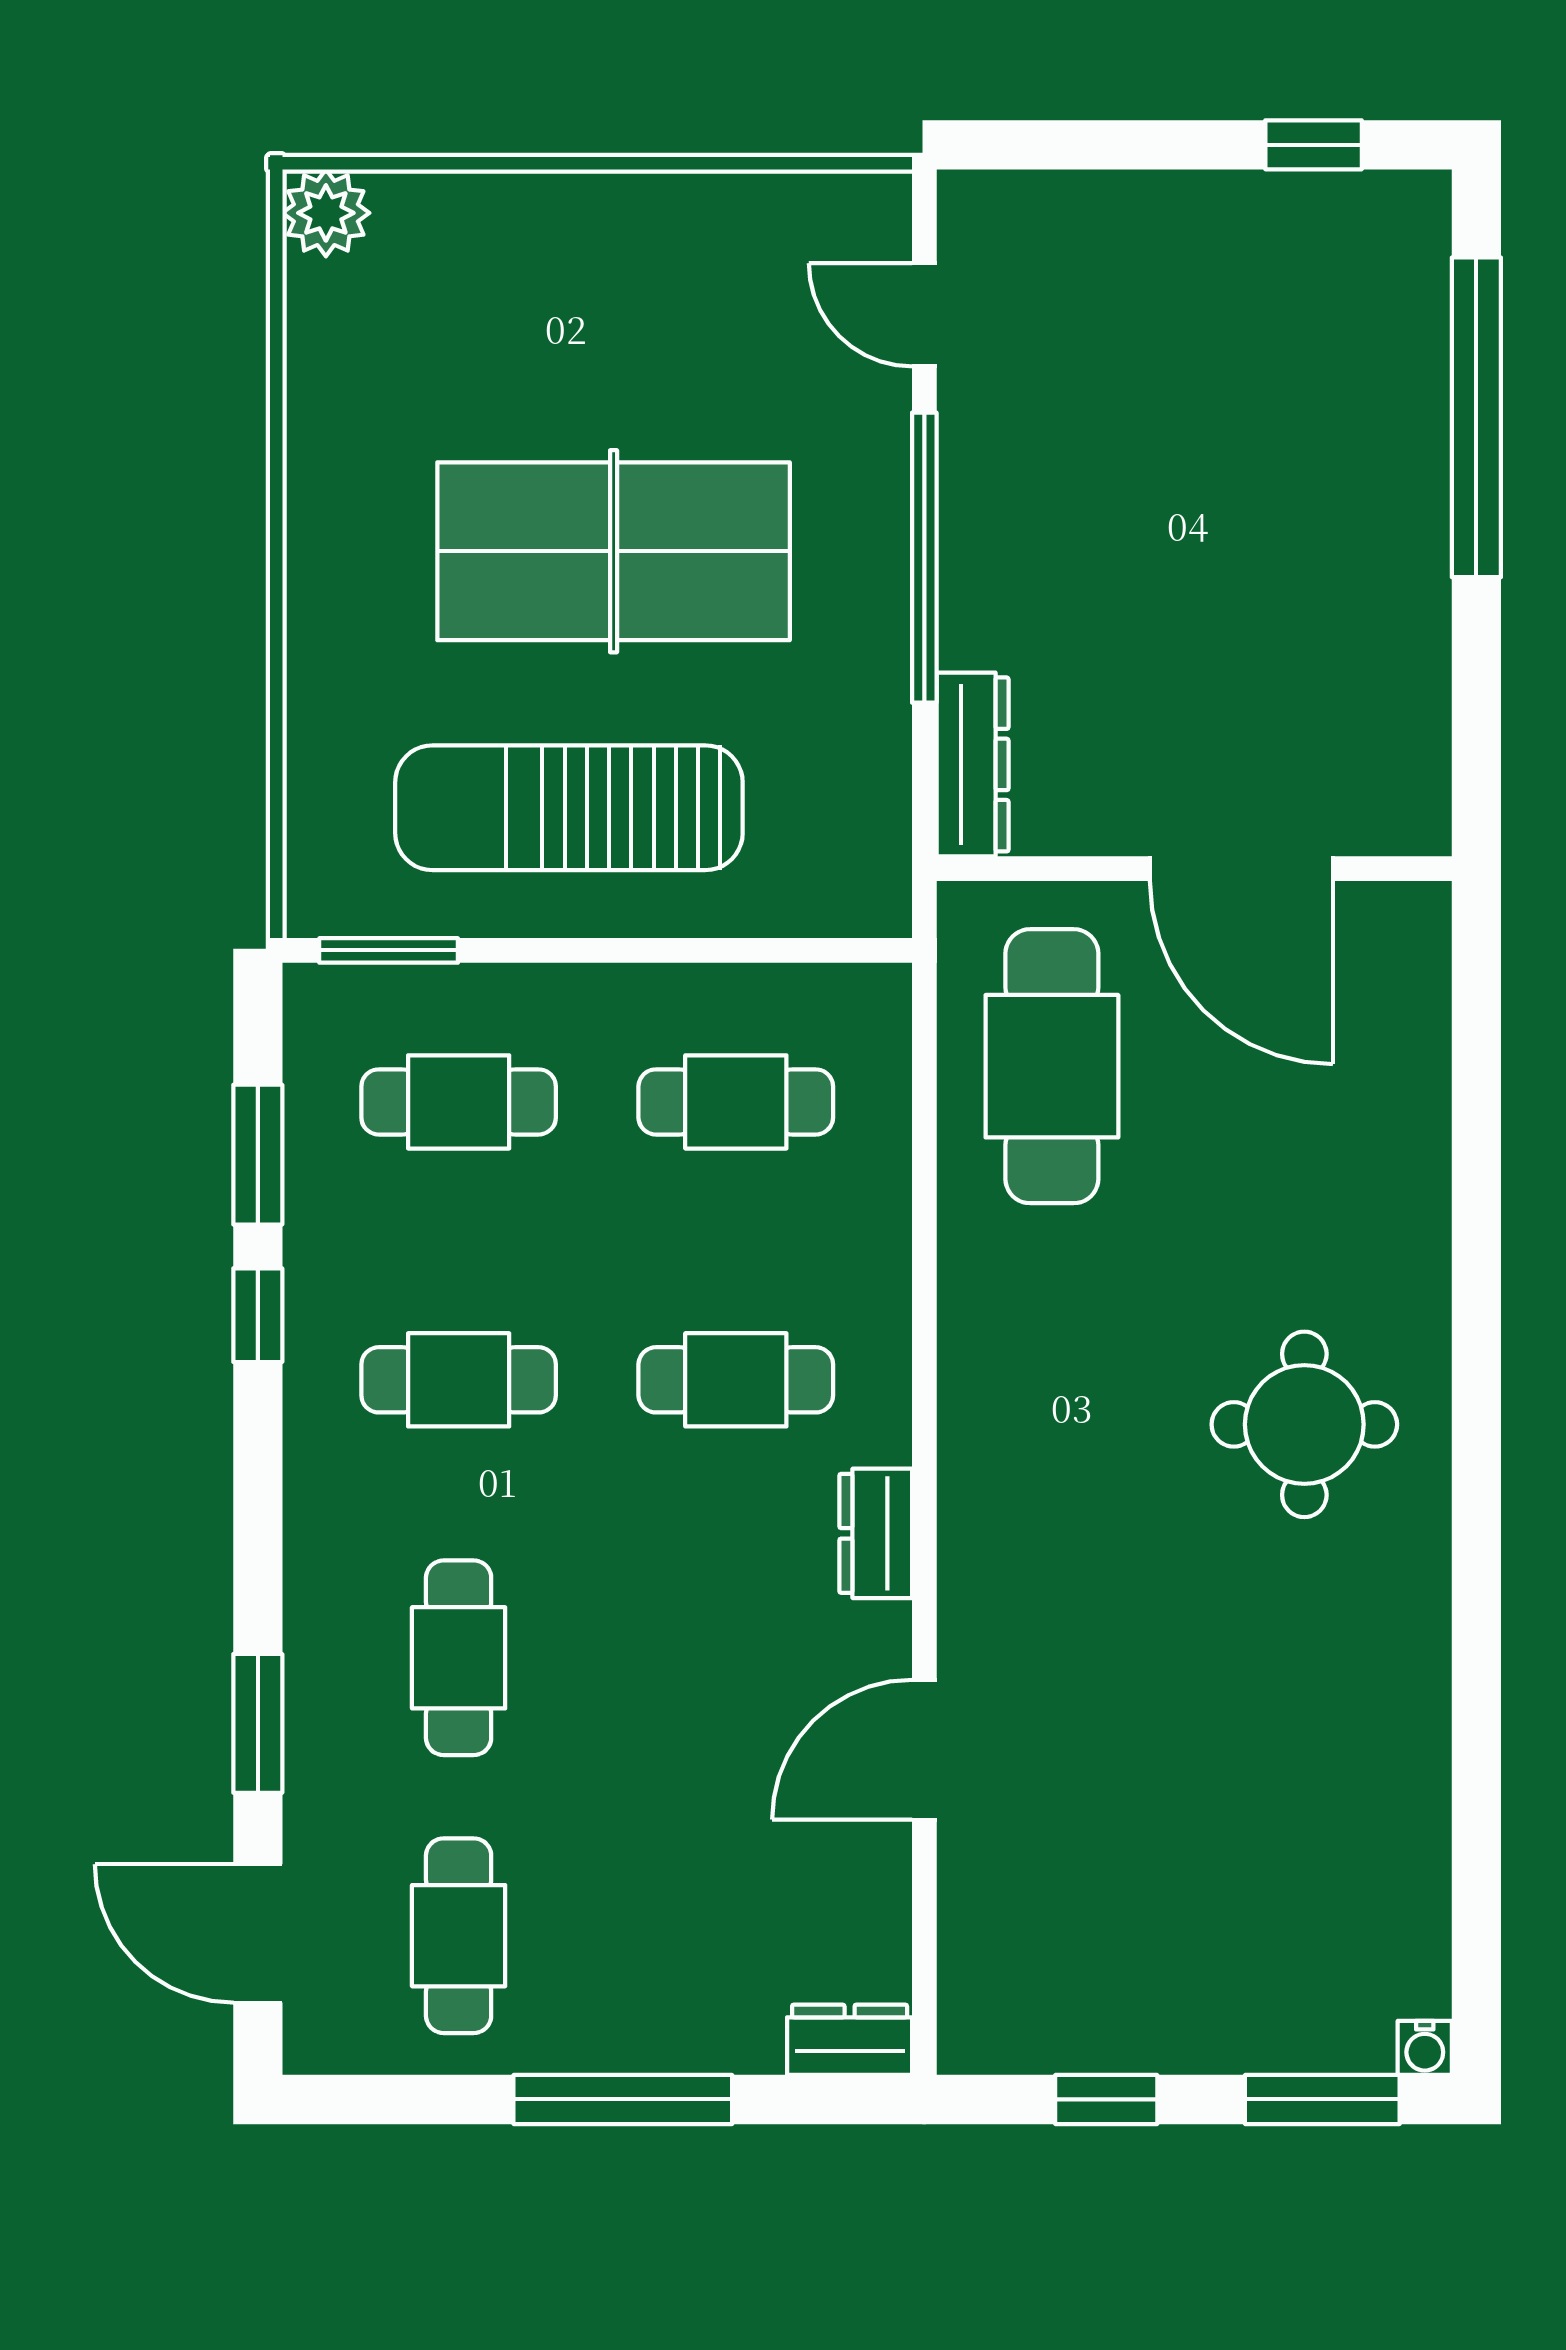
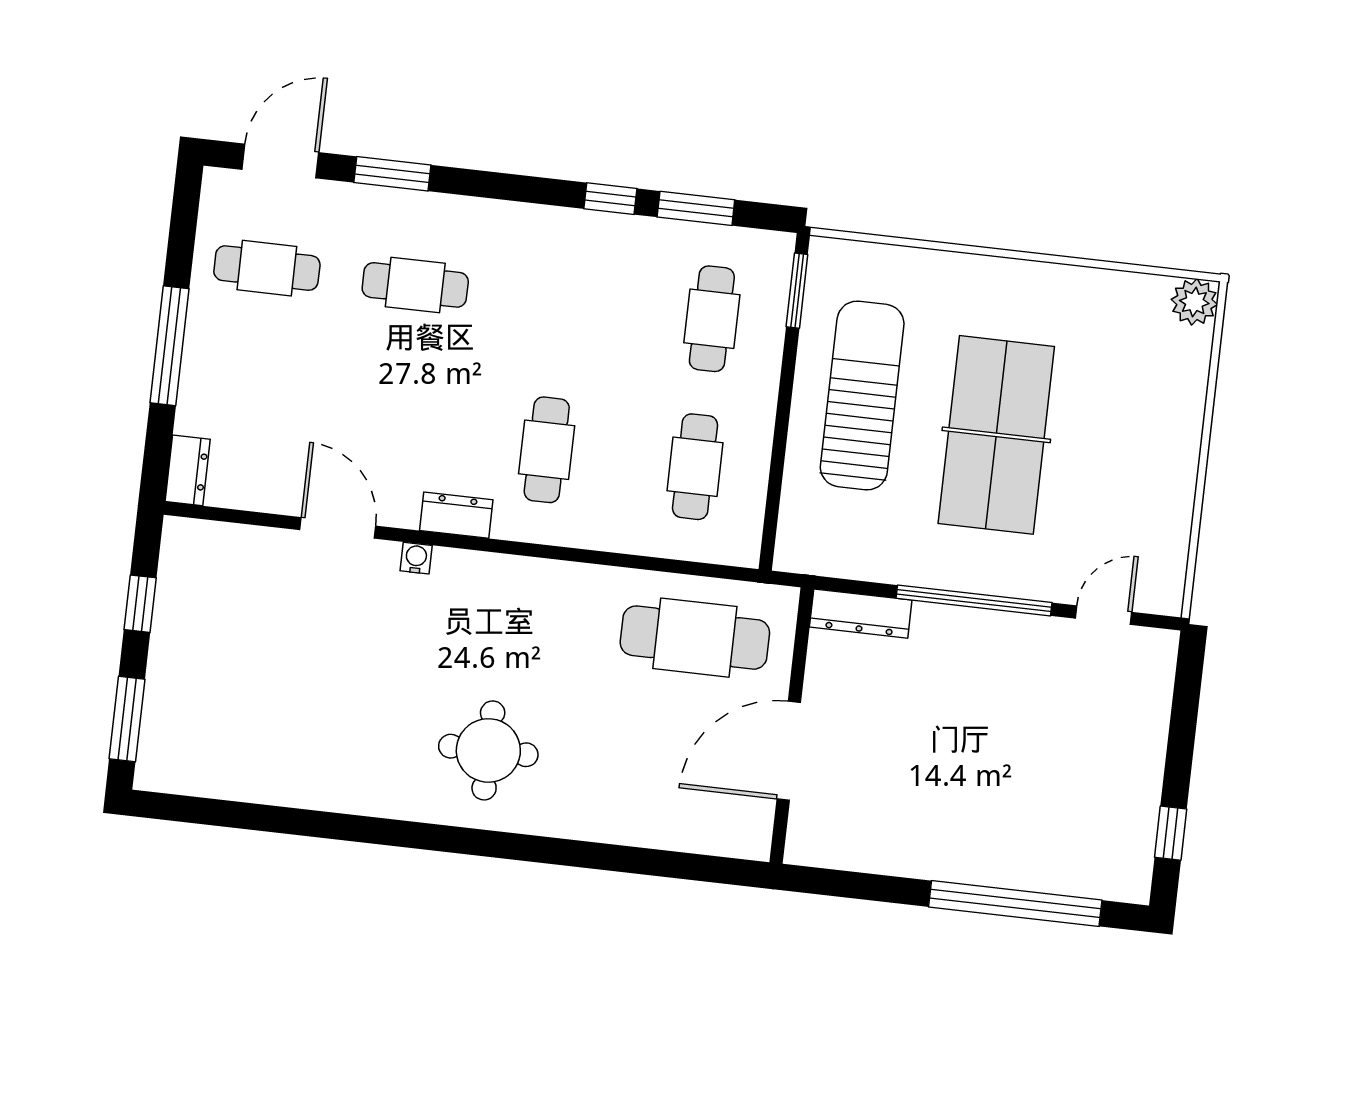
cafe table: (459, 1380) -> (564, 302), removed
water cooler: (1425, 2048) -> (416, 558), moved, turned 90

